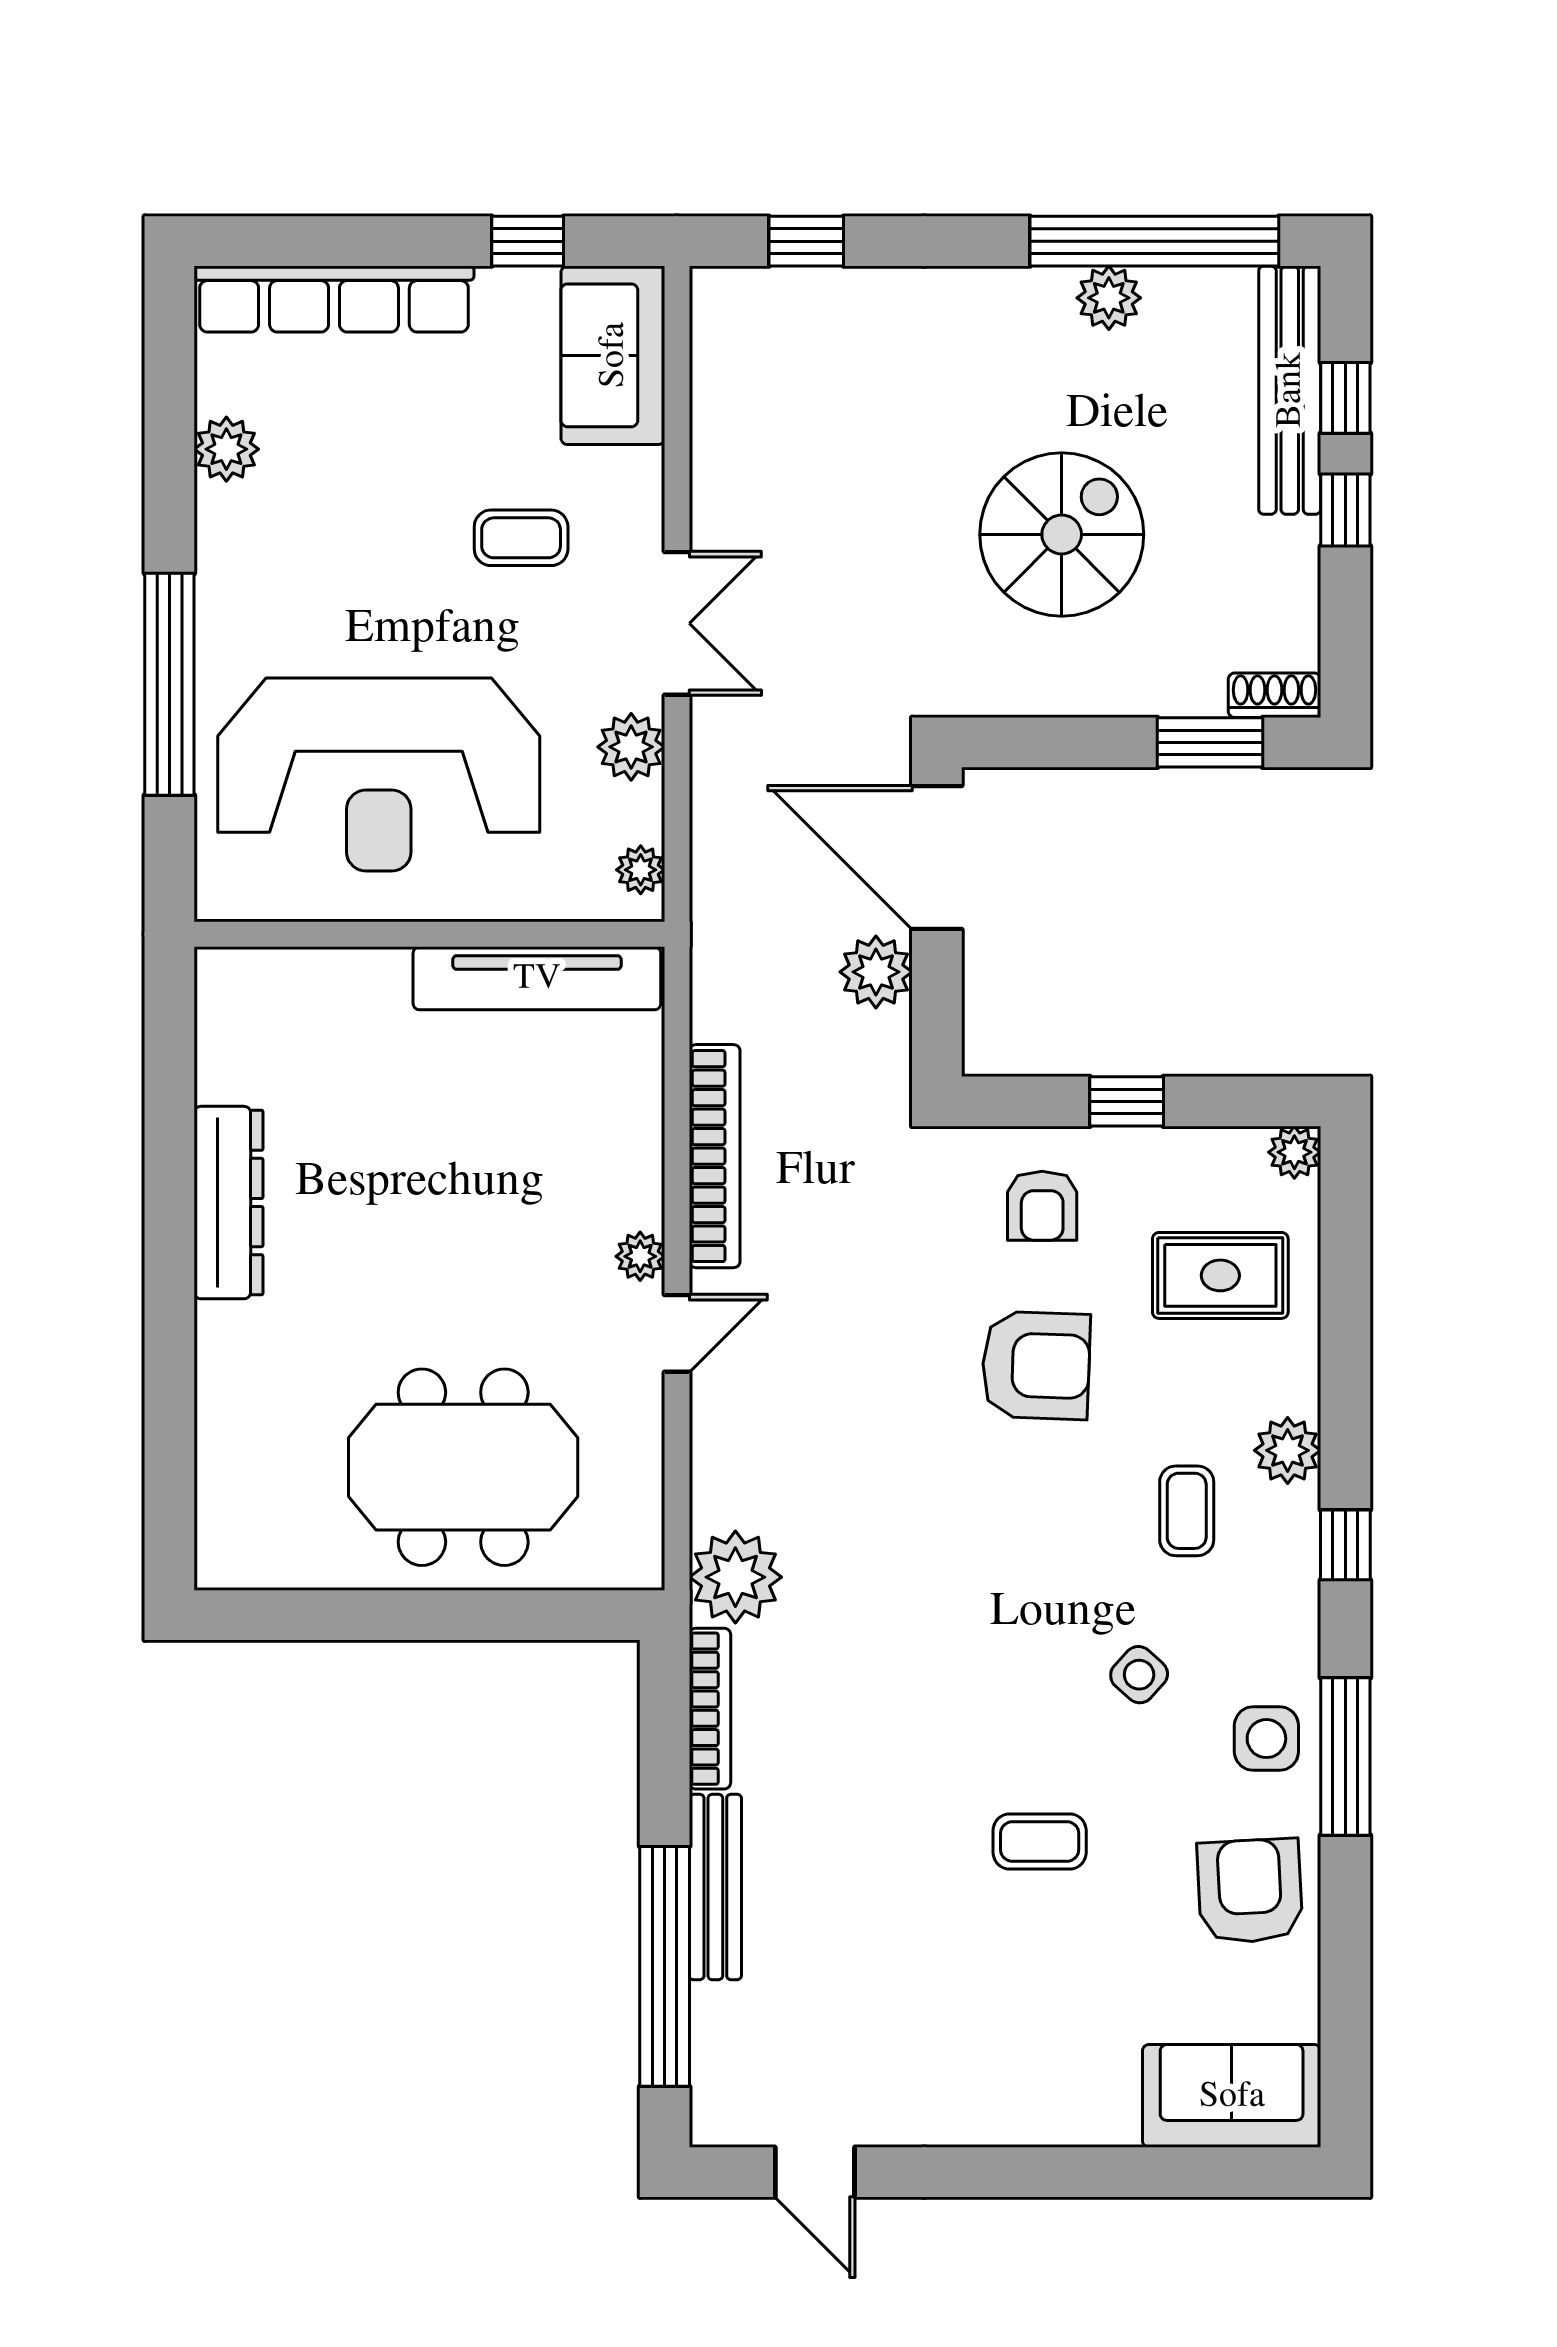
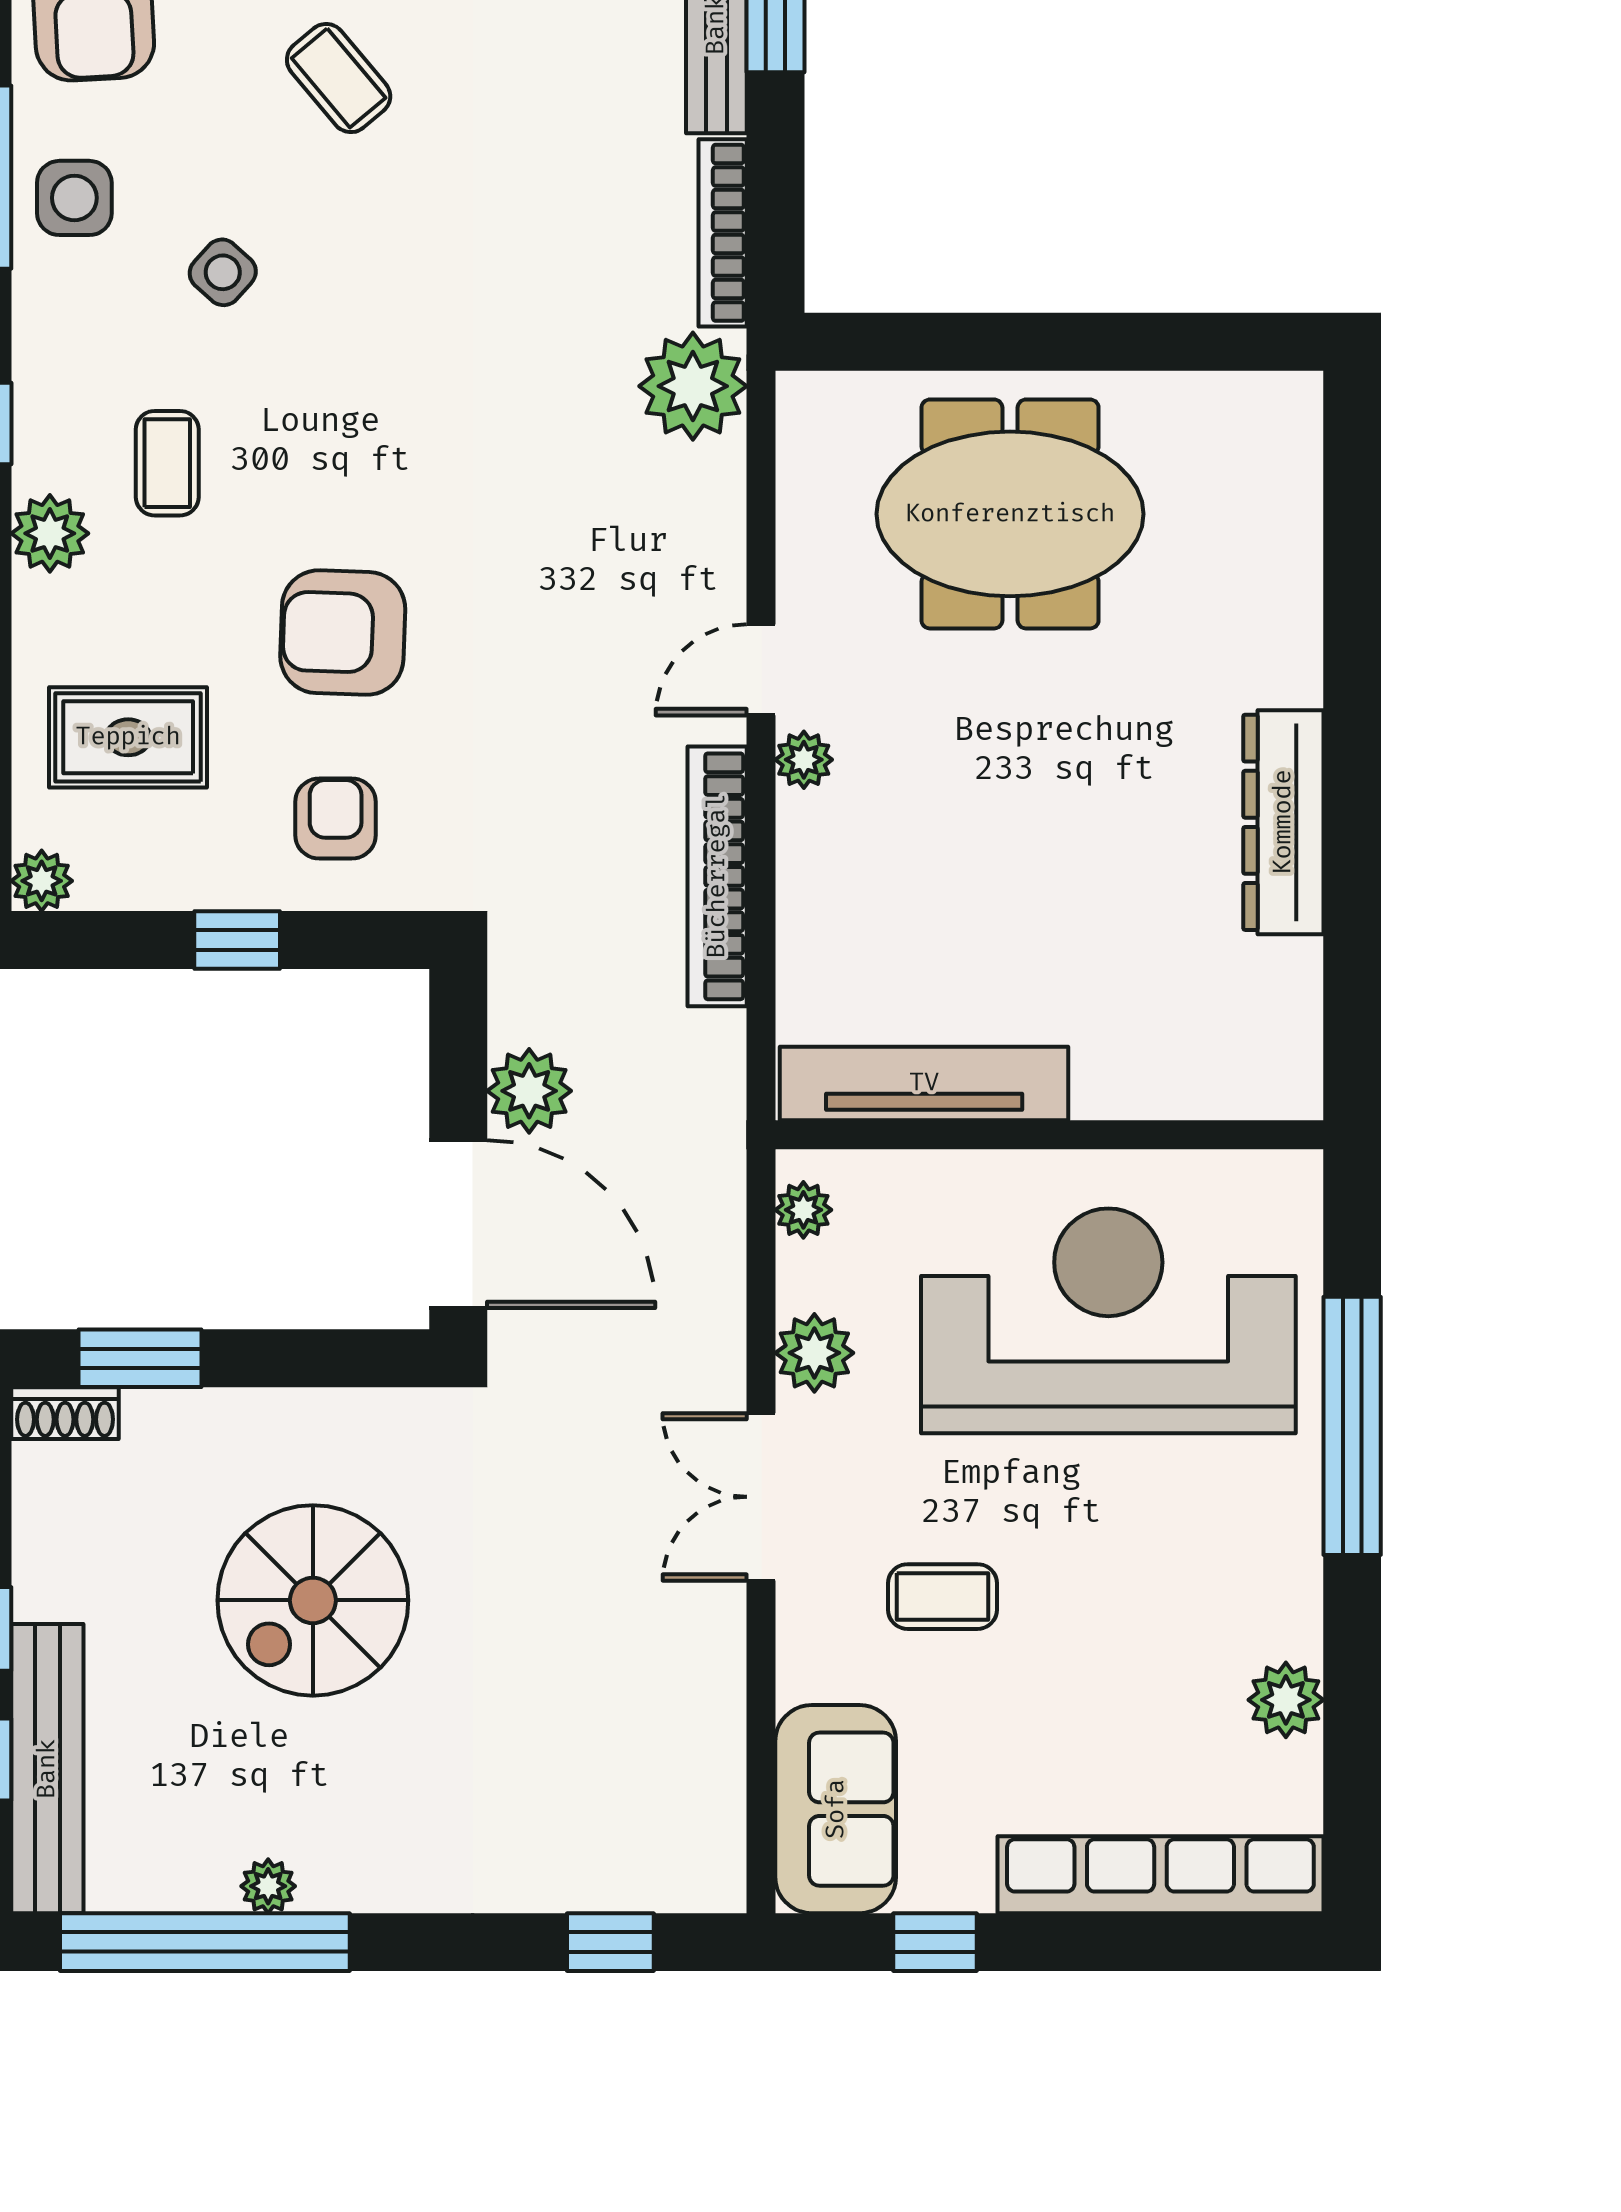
plant: (1109, 298) -> (268, 1886), width x0.73, depth x0.73
coffee table: (1040, 1842) -> (339, 78), turned 50

